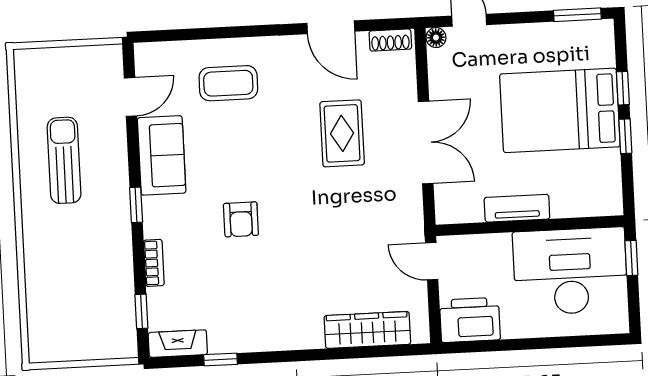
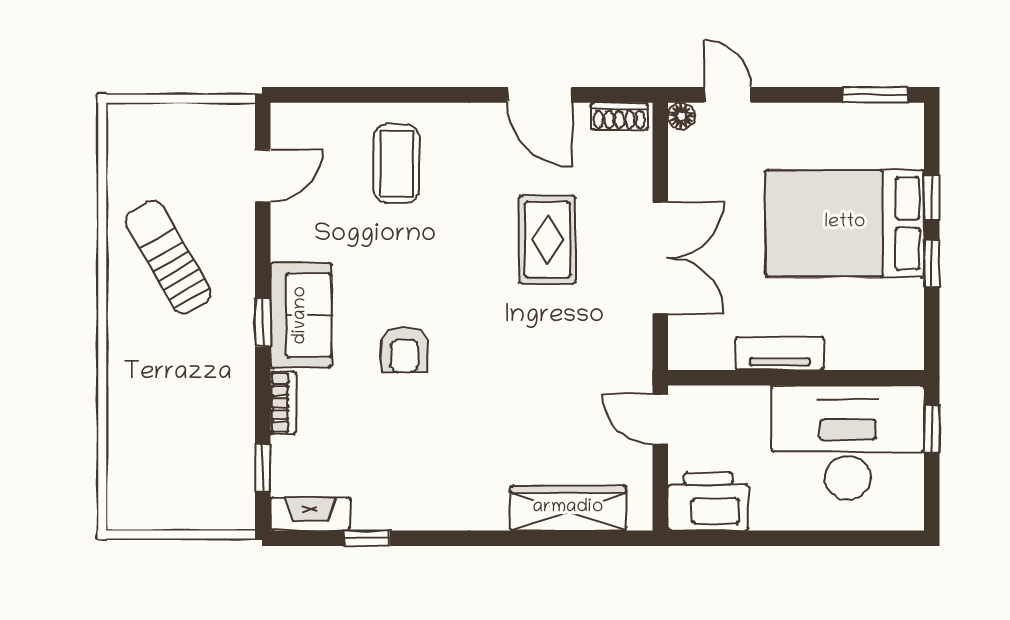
coffee table: (228, 83) -> (397, 164), turned 90
sofa: (162, 155) -> (301, 315), moved
sun lounger: (64, 160) -> (168, 257), turned -30

